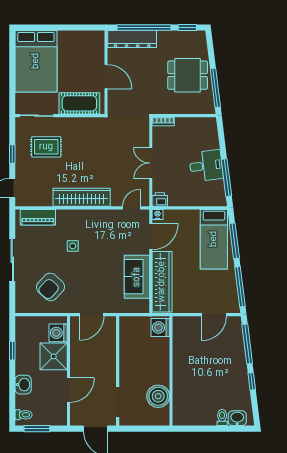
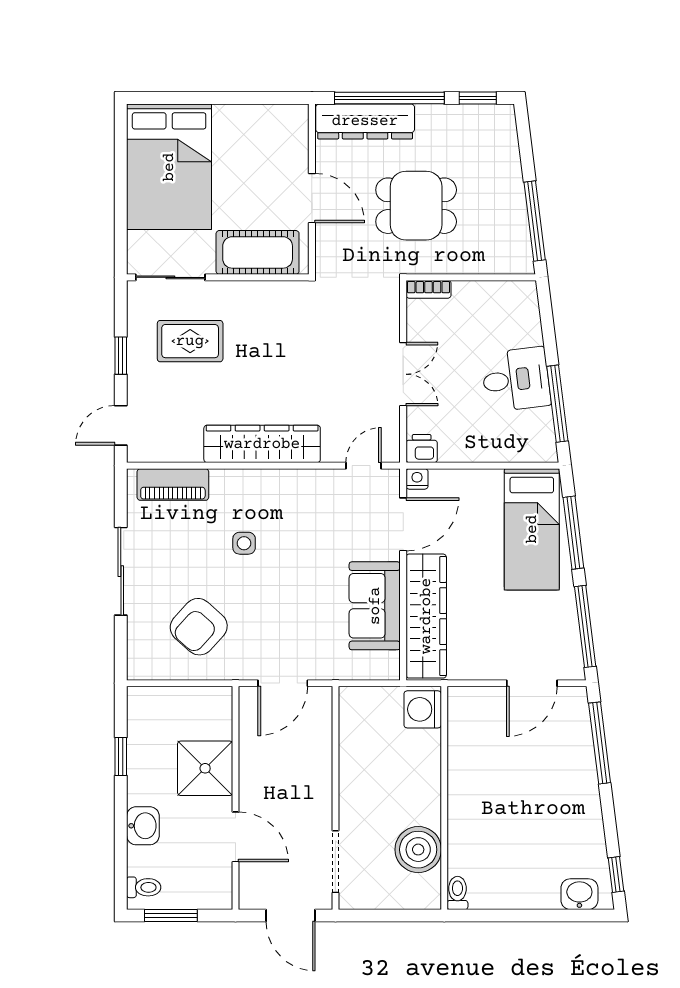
dining table: (188, 75) -> (416, 206), moved
double door: (151, 163) -> (403, 374), swing flipped
washing machine: (58, 333) -> (214, 720), removed
window: (252, 381) -> (616, 875), moved
door: (69, 390) -> (235, 837), hinge flipped
toilet: (222, 418) -> (457, 893), moved

